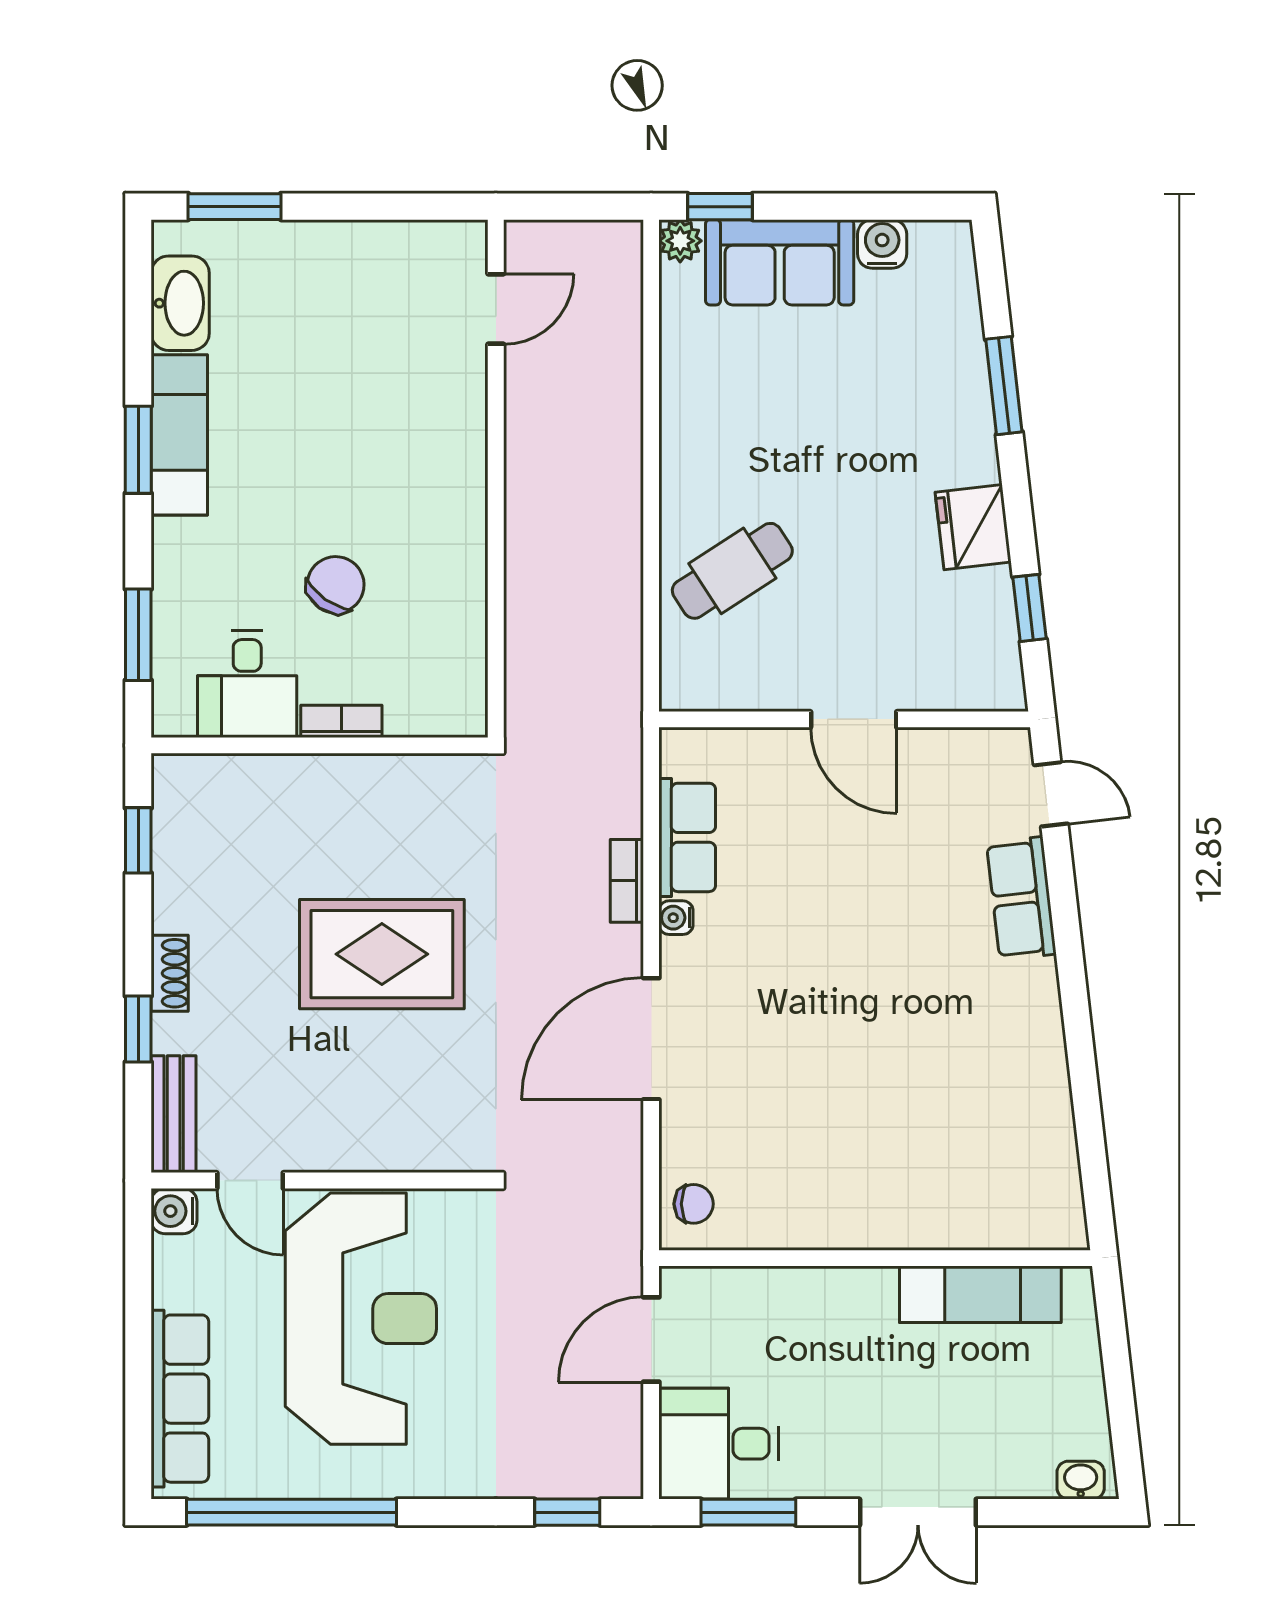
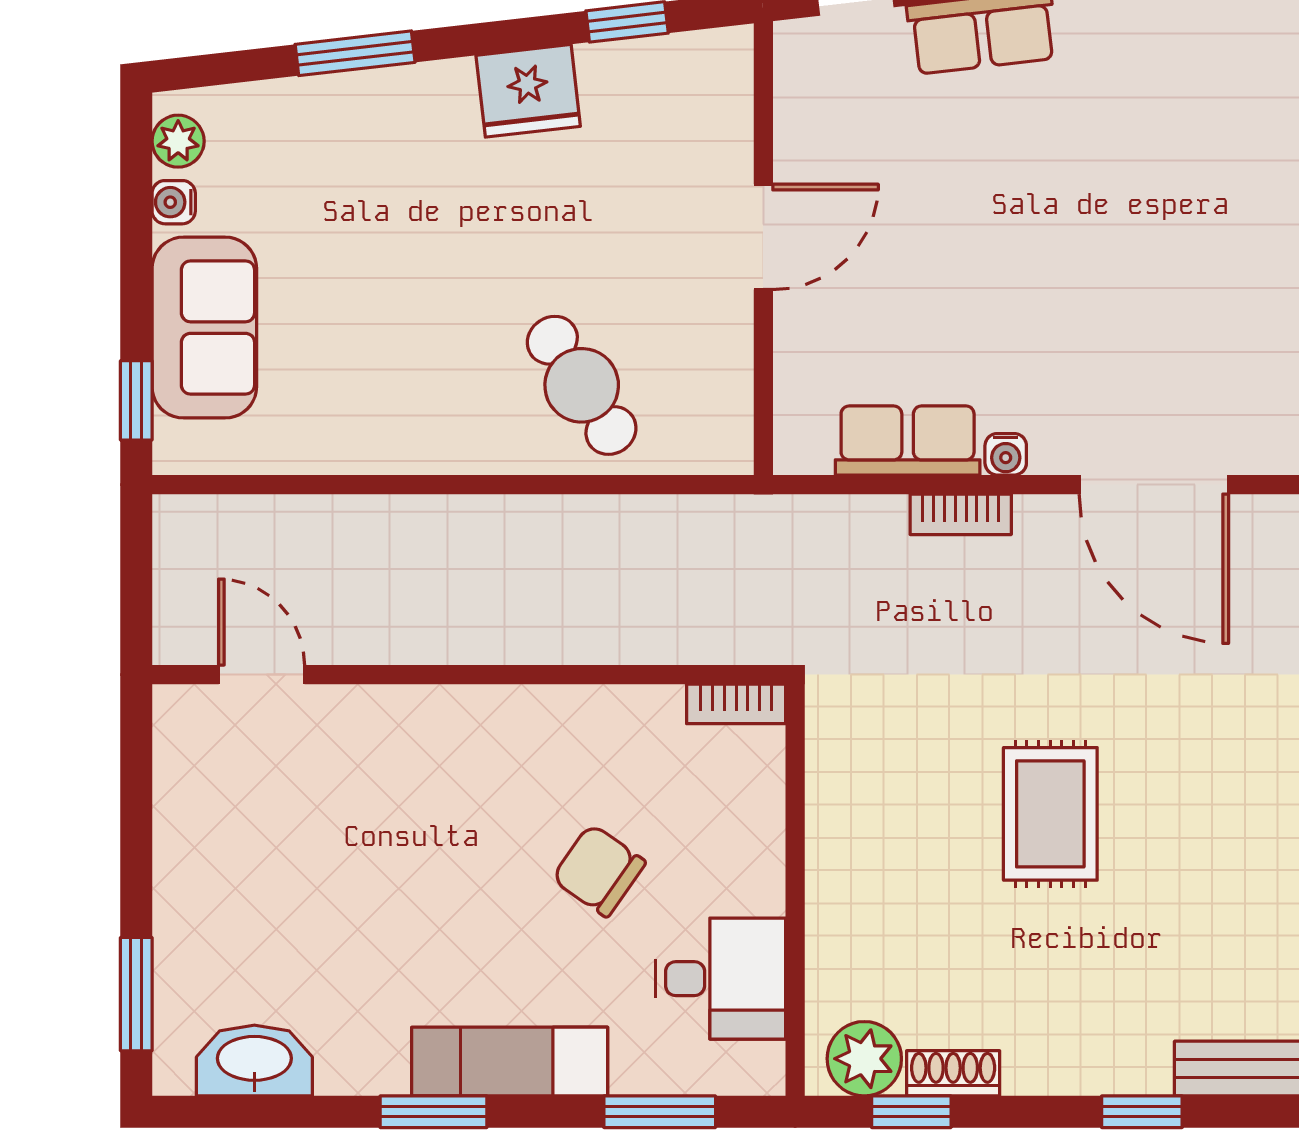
plant: (680, 241) -> (178, 141), moved
water cooler: (882, 244) -> (174, 202), width x0.72, depth x0.72
exam couch: (179, 435) -> (510, 1062), moved
bookcase: (341, 721) -> (736, 704), moved, turned -90
plant: (182, 802) -> (864, 1059), added
rug: (382, 954) -> (1050, 814), width x0.73, depth x0.70
shoe rack: (170, 973) -> (953, 1073), moved

